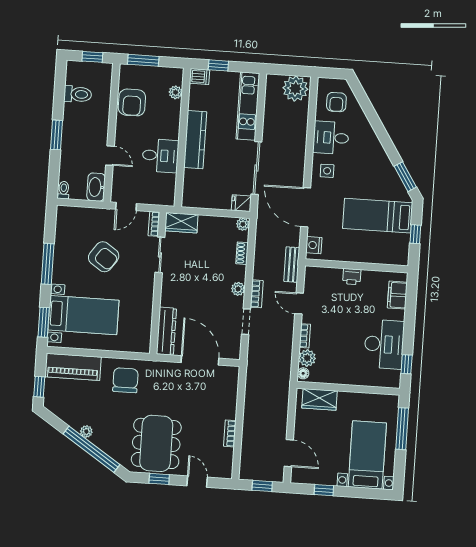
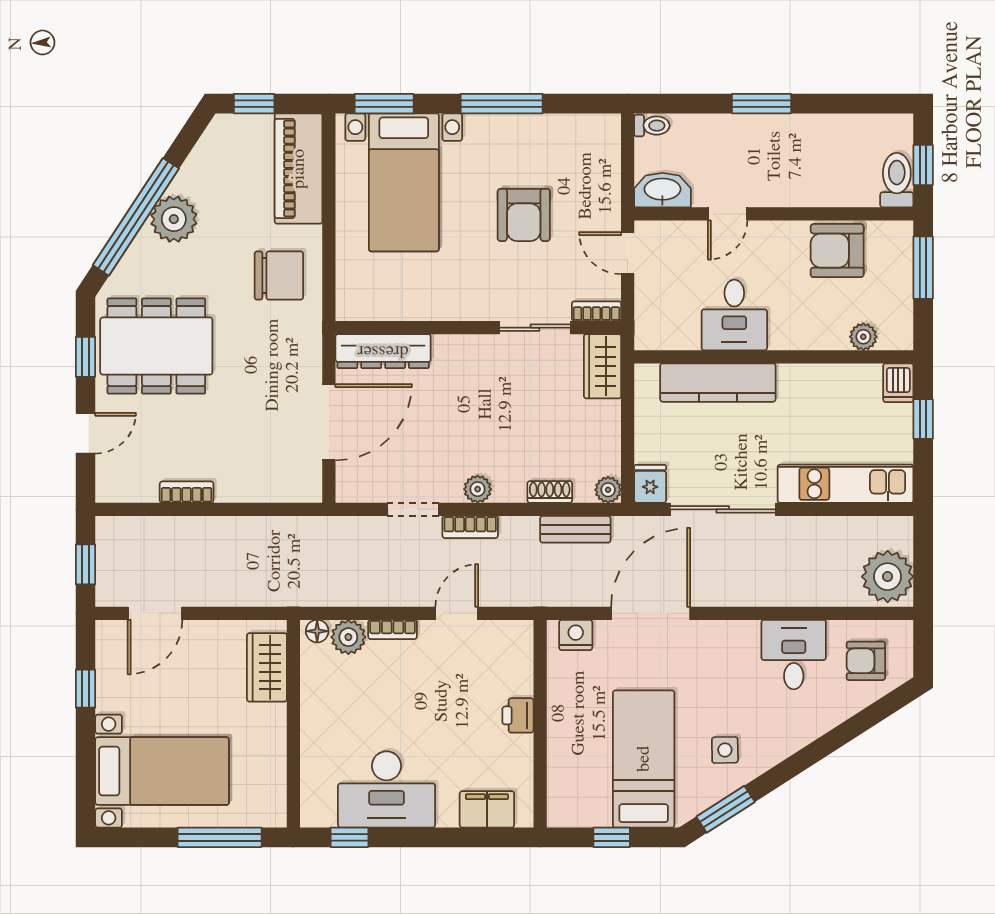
toilet: (78, 94) -> (897, 180), moved, turned 180
kitchen counter: (195, 140) -> (718, 383), moved
side table: (327, 171) -> (725, 750), moved
armchair: (104, 257) -> (524, 215), turned -35
bench: (292, 265) -> (575, 529), moved
plant: (86, 432) -> (174, 219), width x1.88, depth x1.88

